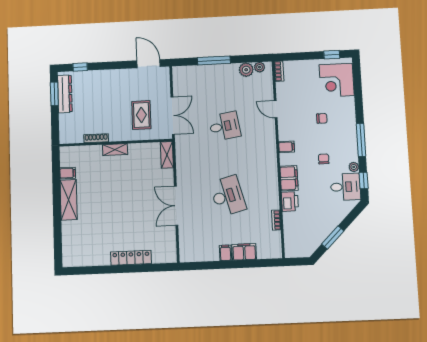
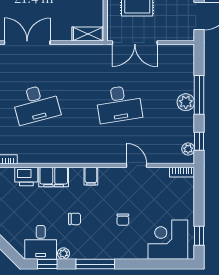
window: (253, 59) -> (199, 141), added
plant: (246, 70) -> (186, 102), moved
door: (276, 109) -> (136, 166), hinge flipped
desk: (225, 126) -> (119, 104), width x1.37

